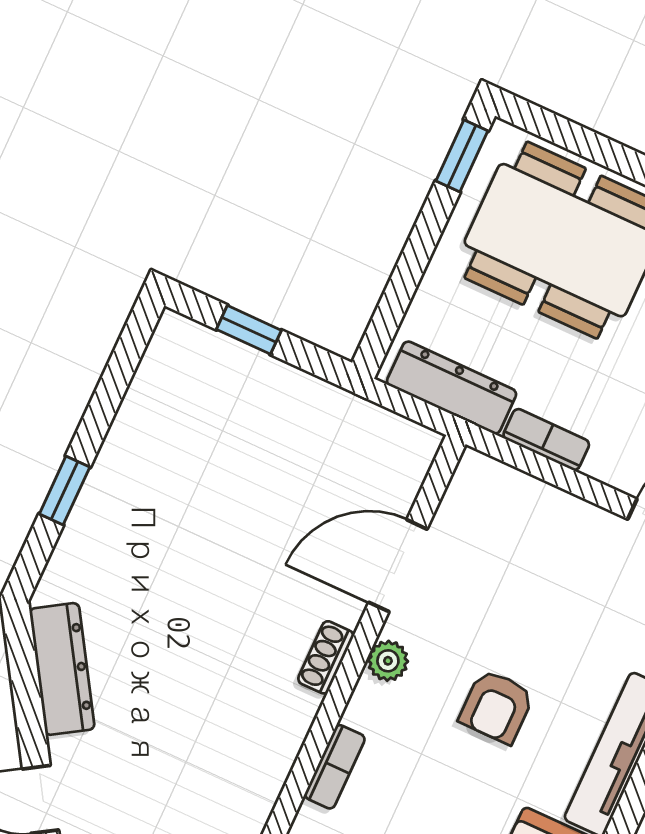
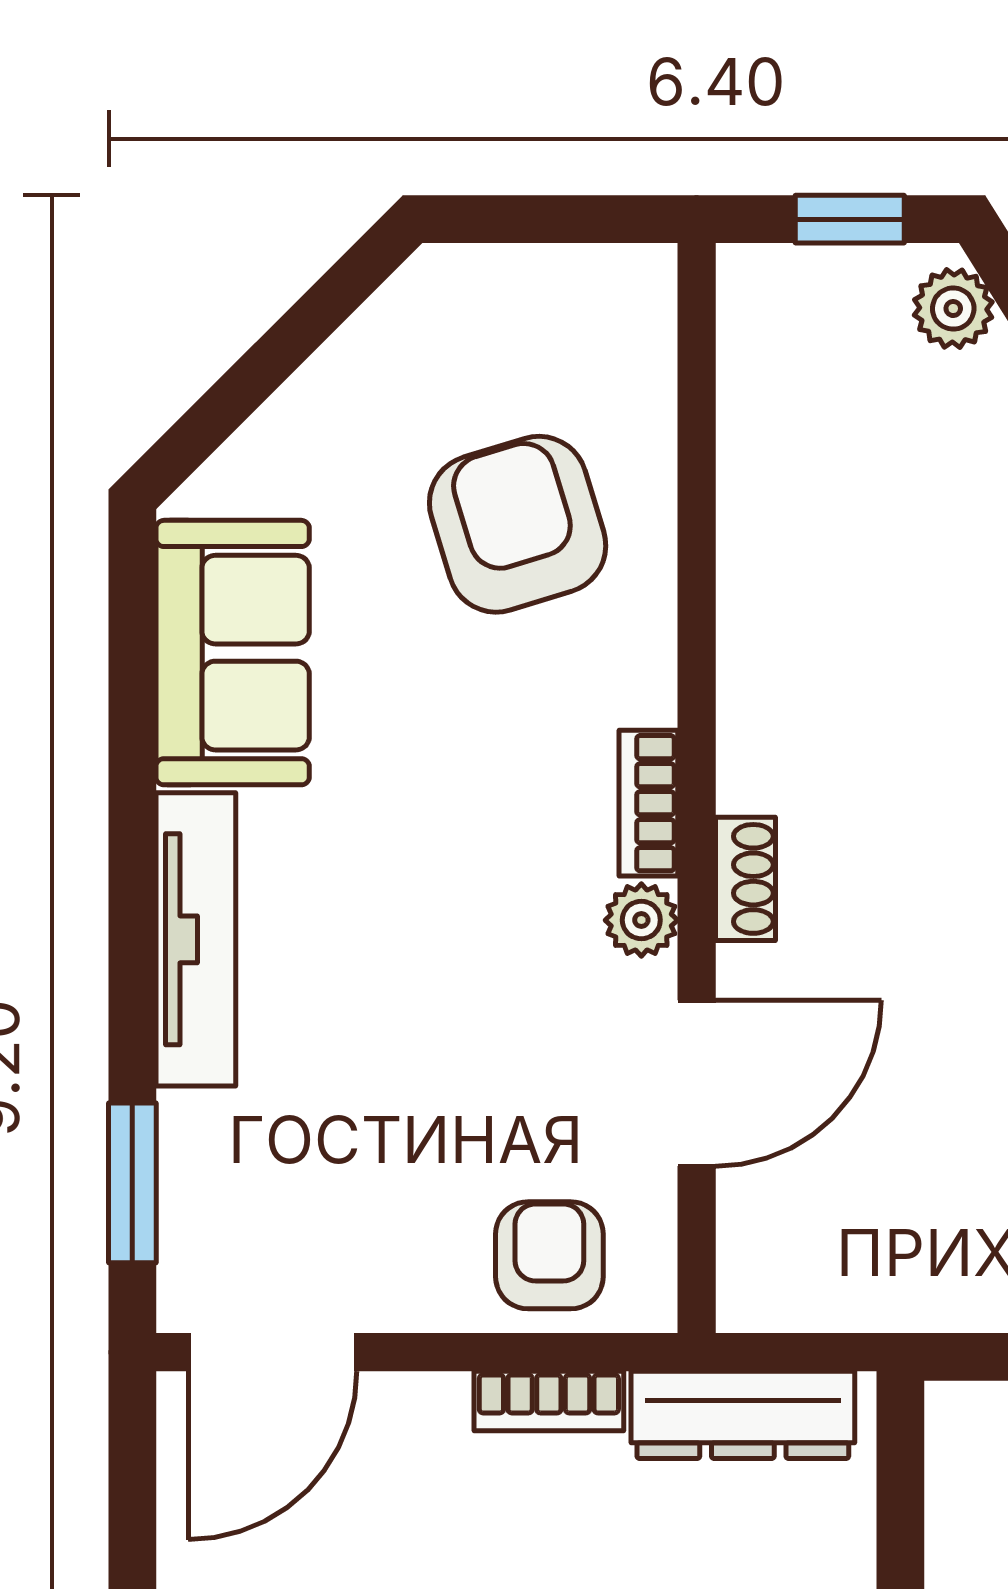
armchair: (497, 707) -> (549, 1255), moved
bookcase: (335, 767) -> (648, 803), moved

